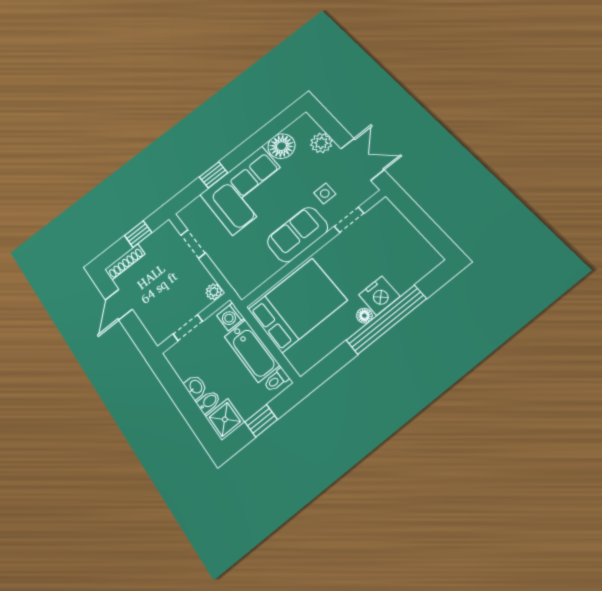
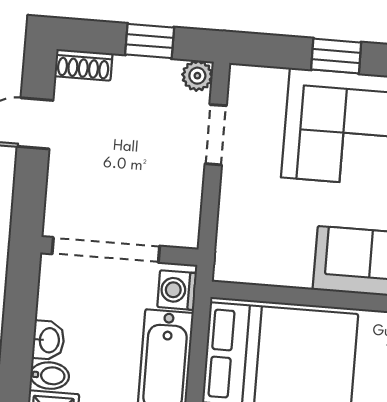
shoe rack: (125, 262) -> (83, 65), width x0.70
plant: (214, 292) -> (197, 76), moved
doorway: (188, 328) -> (106, 250), width x1.88

